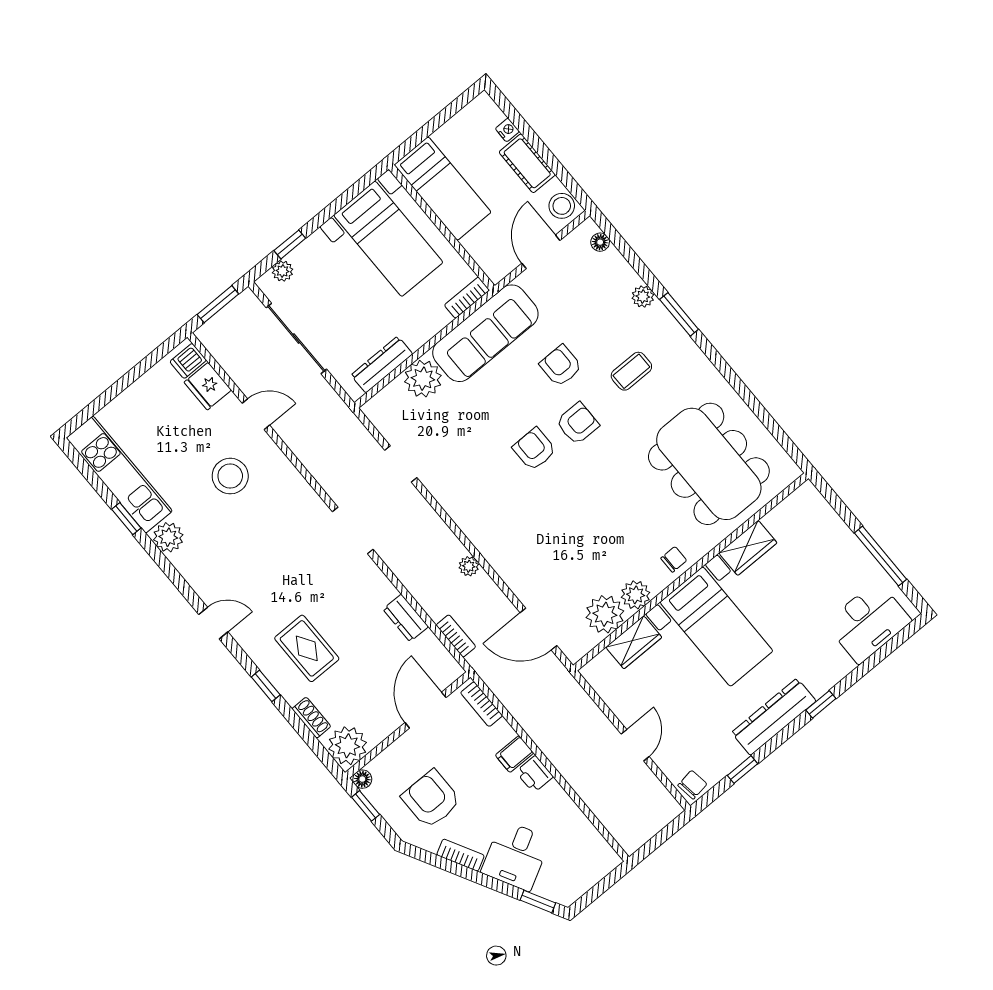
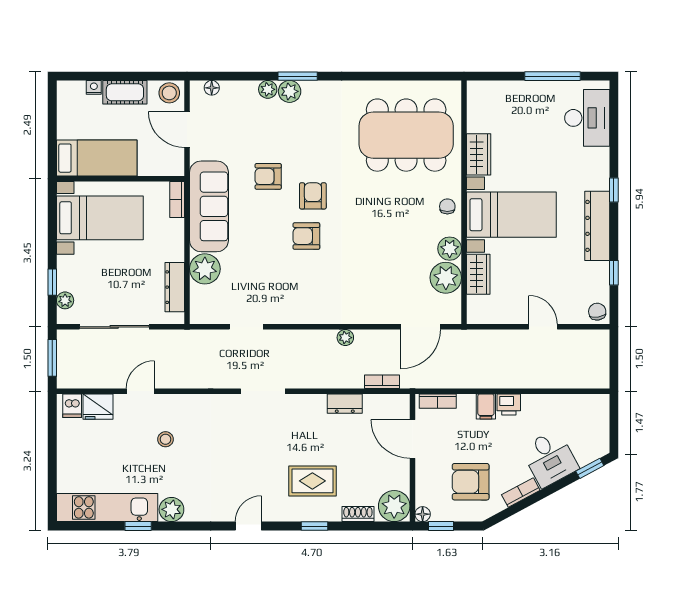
plant: (658, 319) -> (290, 91), added
coffee table: (631, 371) -> (308, 135), removed
stool: (230, 476) -> (165, 439), width x0.53, depth x0.53

